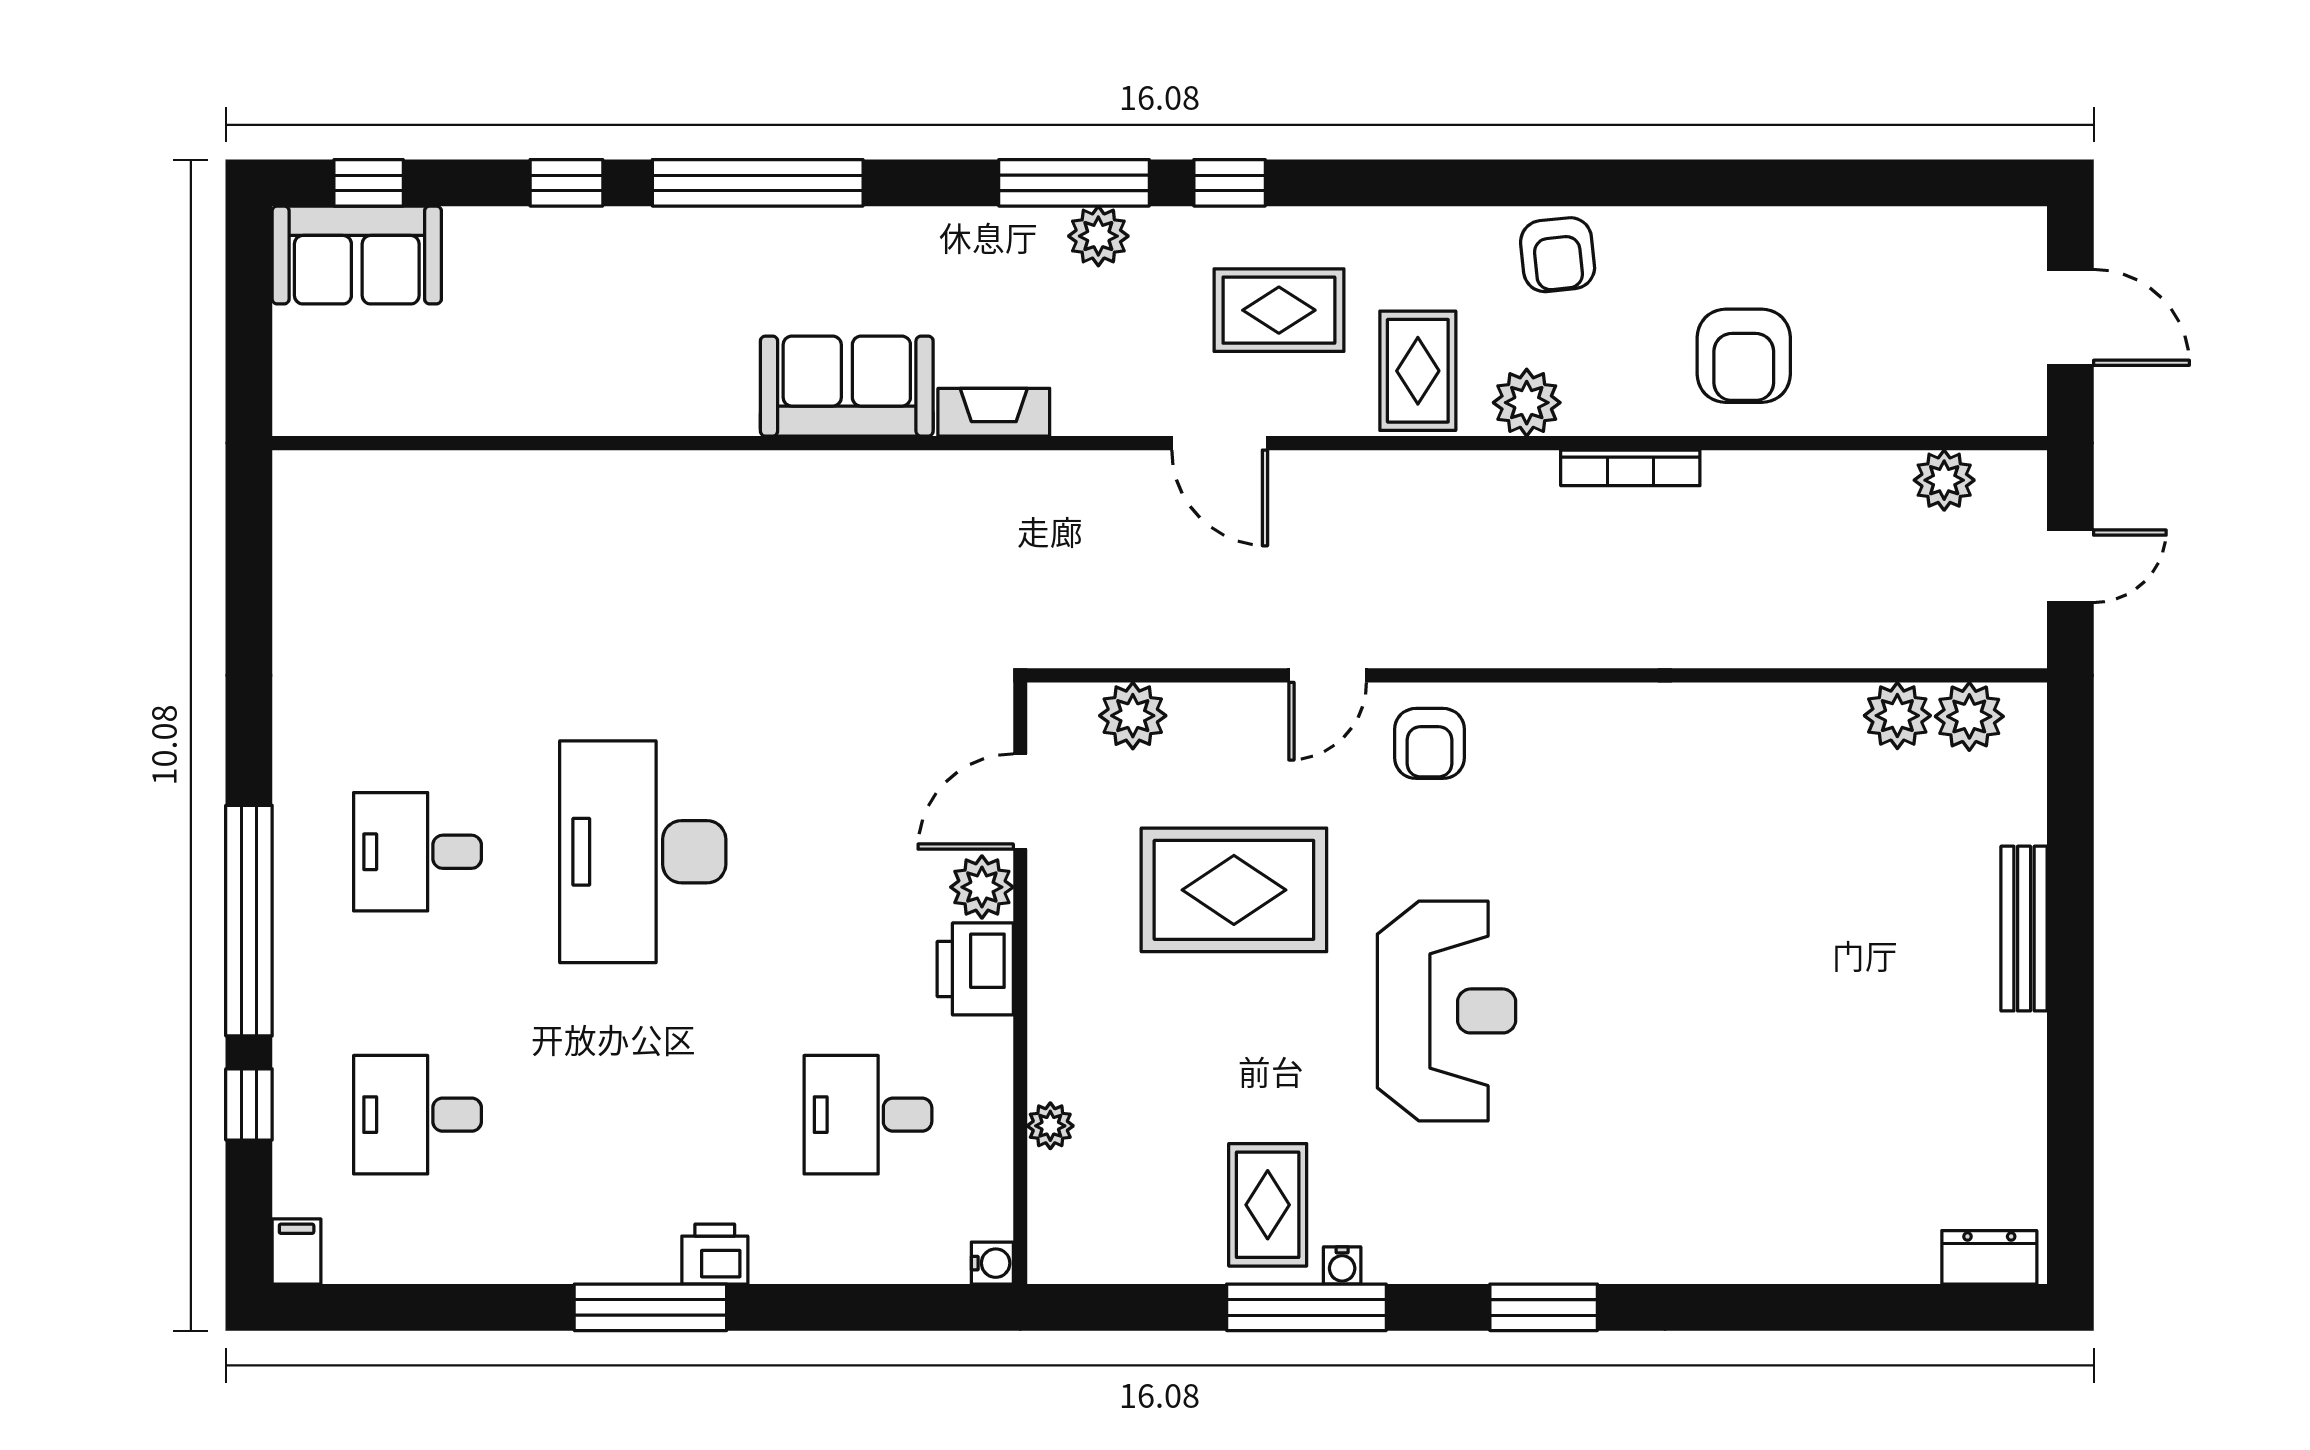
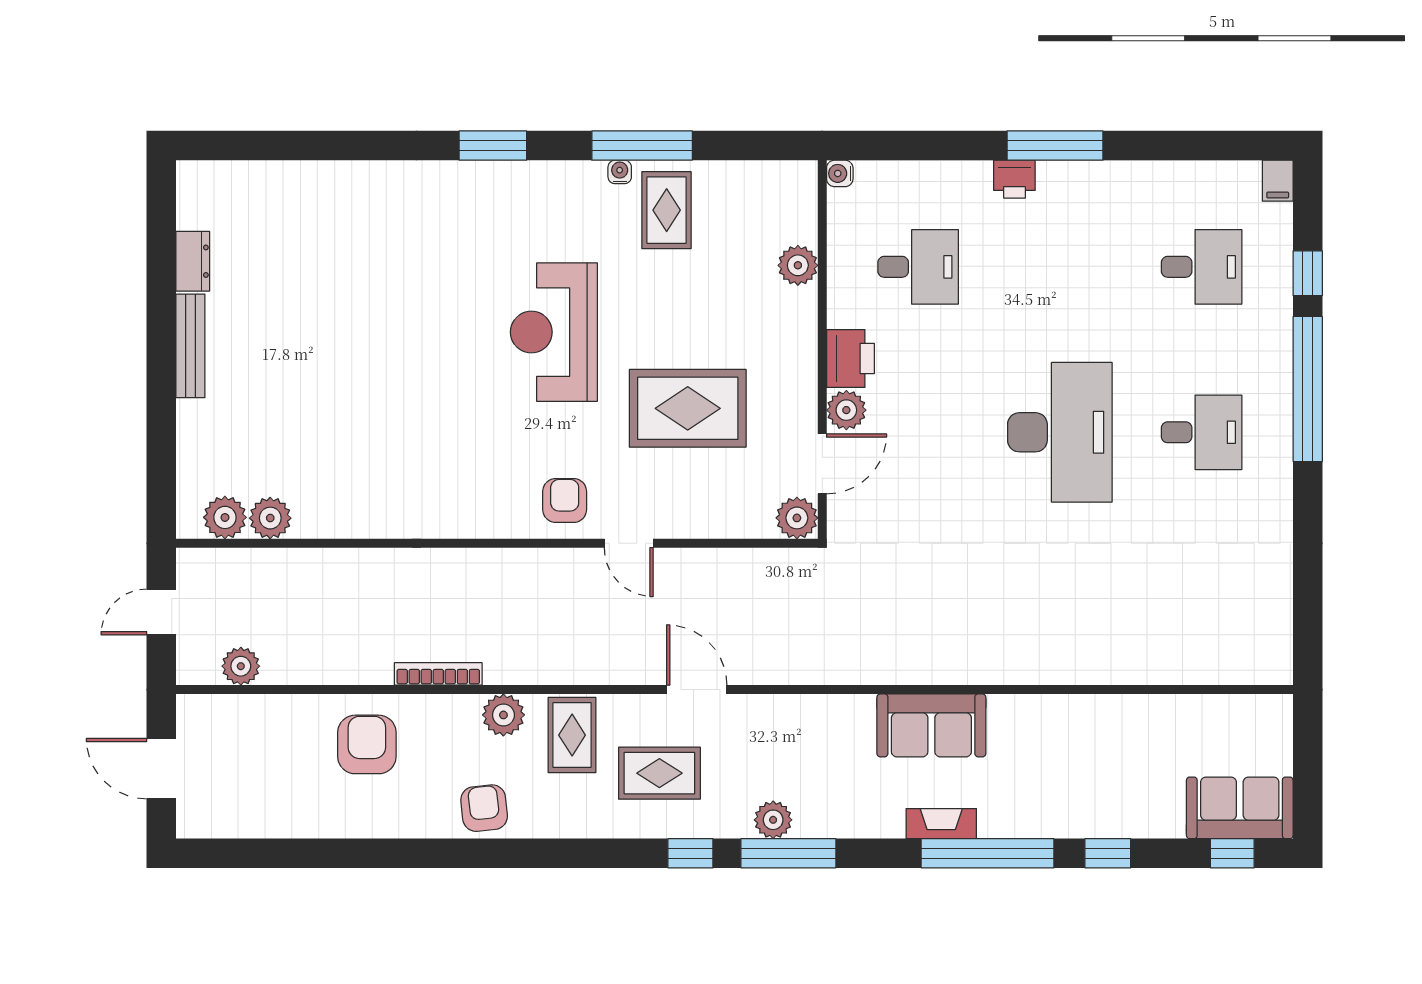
fireplace: (994, 412) -> (941, 824), moved, turned 180
door: (1328, 675) -> (629, 543), swing flipped
plant: (1133, 716) -> (797, 518), moved
bench: (2024, 929) -> (190, 346), moved
plant: (1050, 1126) -> (798, 265), width x1.38, depth x1.38
dresser: (1989, 1257) -> (193, 261), moved, turned -90

